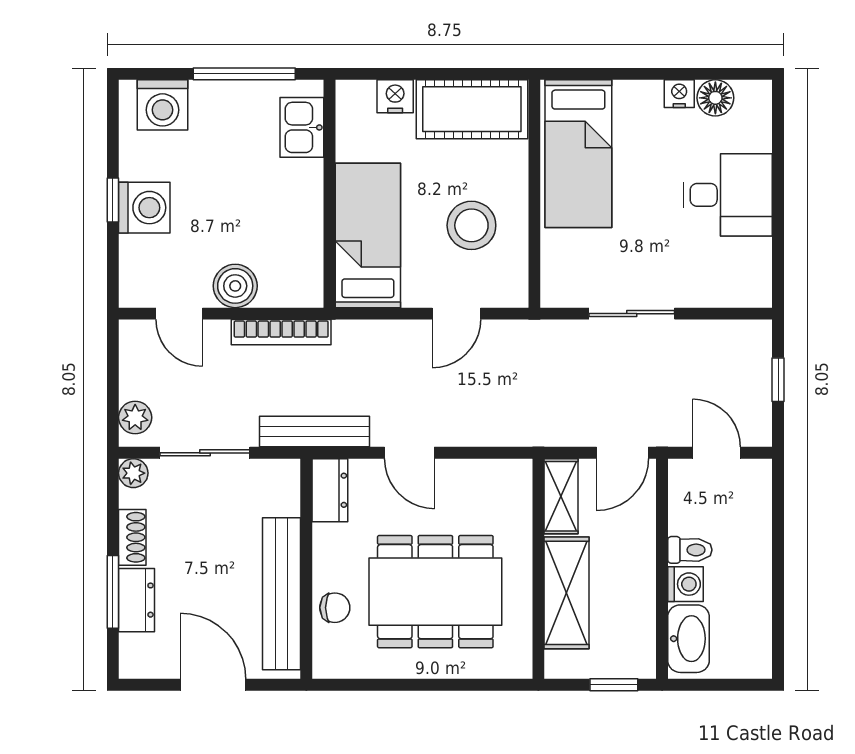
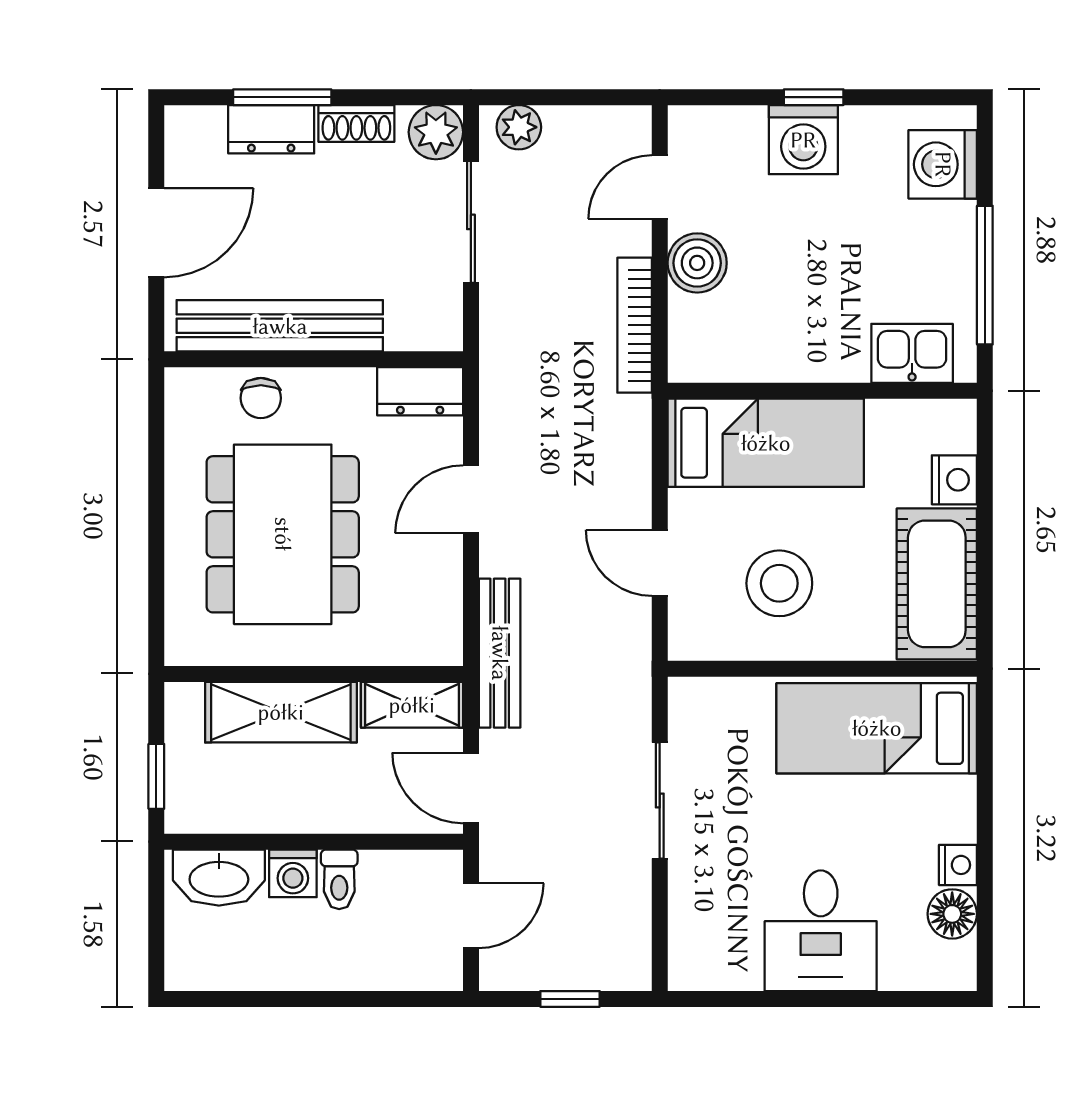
bench: (314, 432) -> (500, 653), moved
plant: (133, 473) -> (436, 132), width x1.38, depth x1.38

